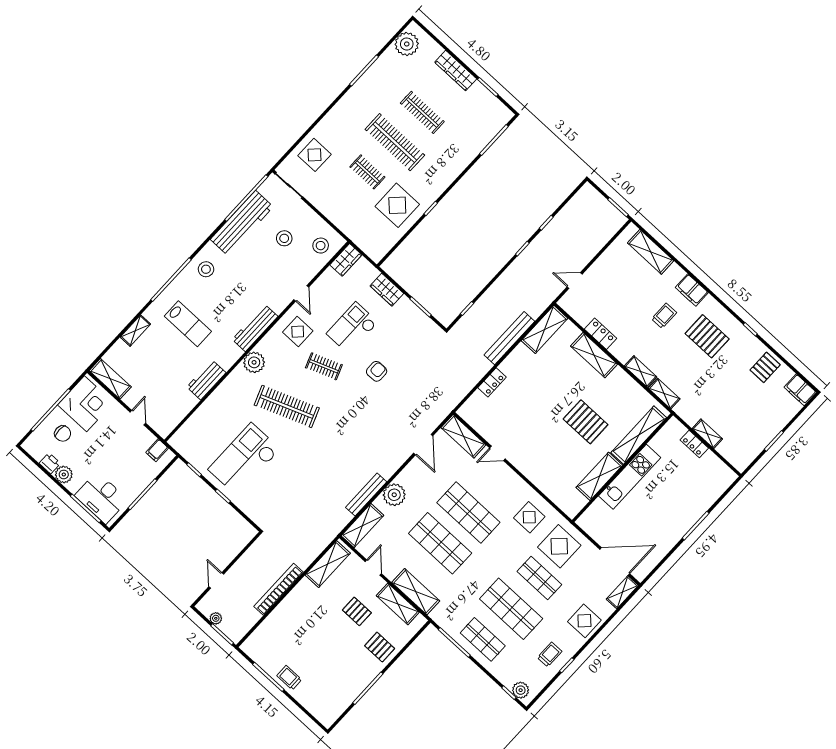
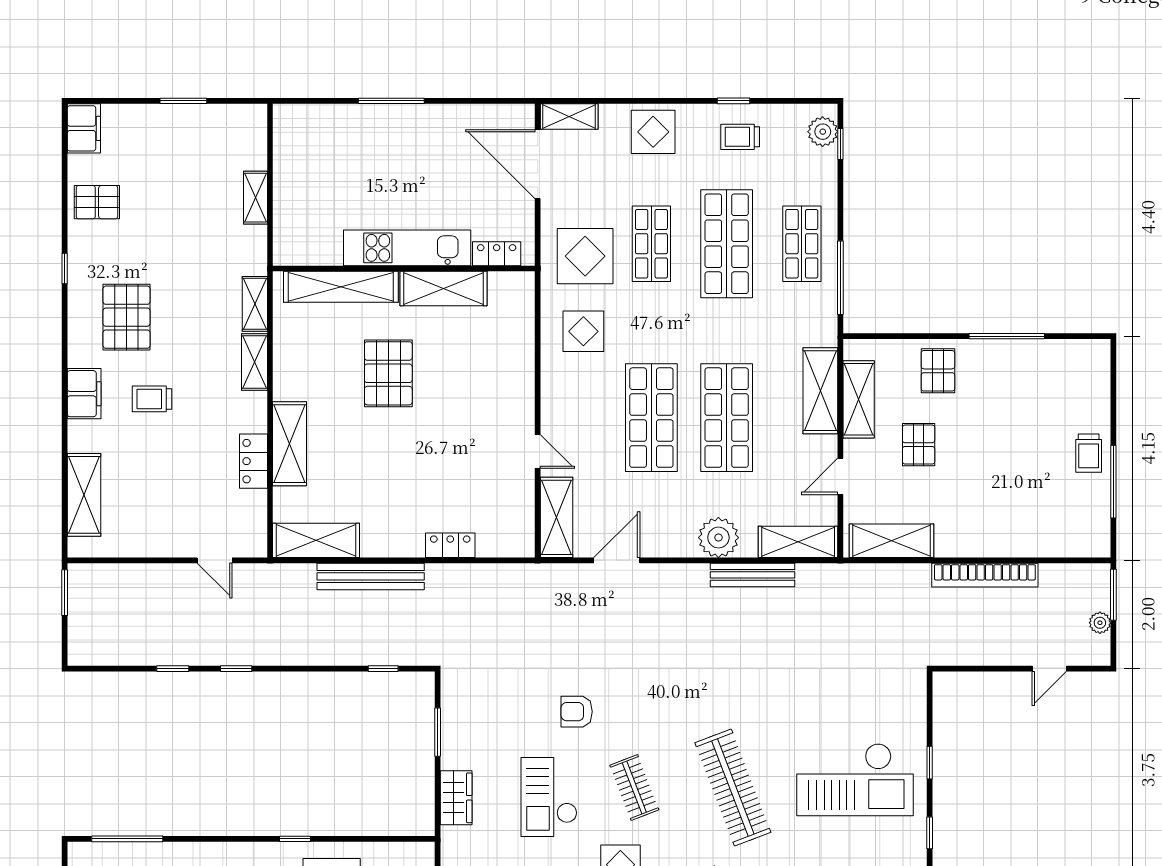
checkout: (352, 328) -> (549, 797), turned 90
locker: (694, 444) -> (497, 254), moved, turned -90

